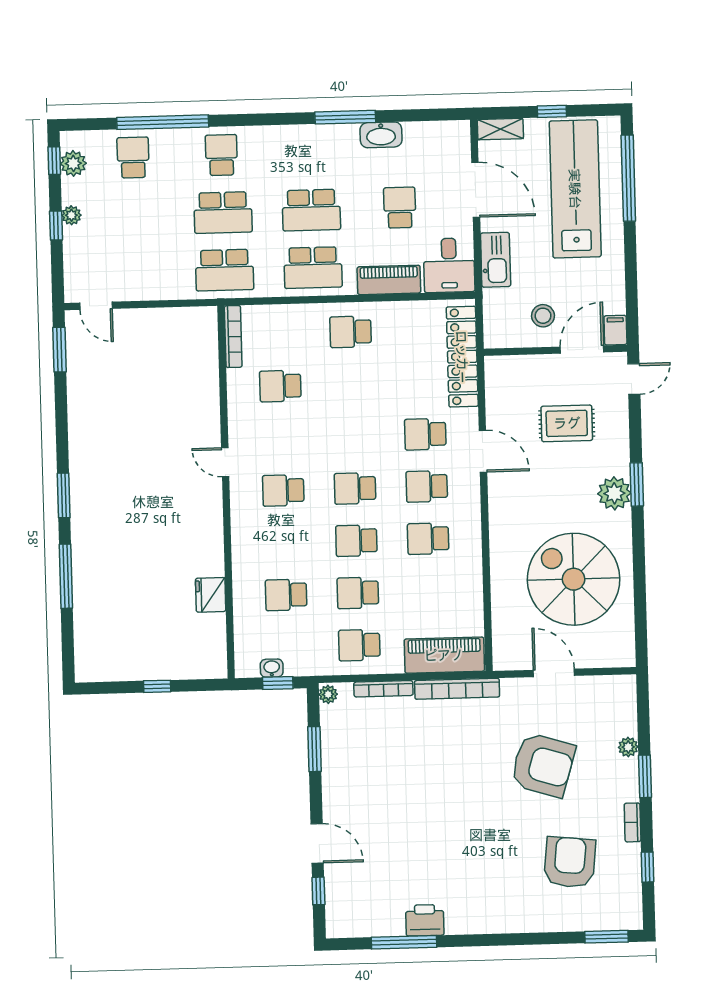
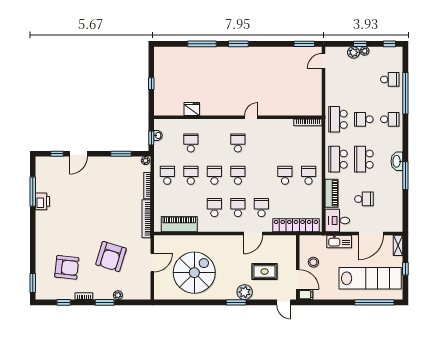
washbasin: (381, 135) -> (397, 161), moved
plant: (73, 163) -> (353, 52), moved
school desk: (223, 213) -> (364, 119), width x0.54
school desk: (280, 386) -> (285, 175), moved
rug: (567, 423) -> (265, 272), turned 90
plant: (614, 493) -> (245, 292), moved
piano: (444, 655) -> (179, 224), moved, turned -90

